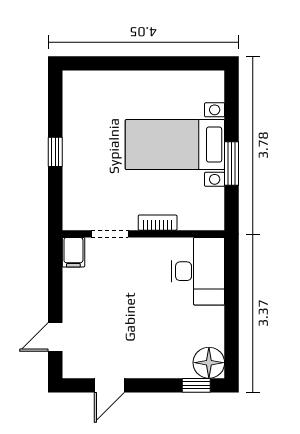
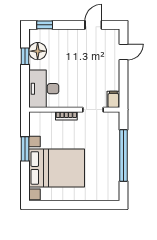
bed with nightstands: (175, 145) -> (57, 168), width x1.36
window: (55, 152) -> (124, 155), width x3.17
window: (232, 329) -> (25, 56), added
floor lamp: (209, 363) -> (38, 51), moved

